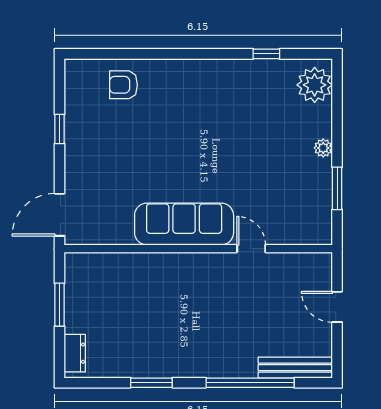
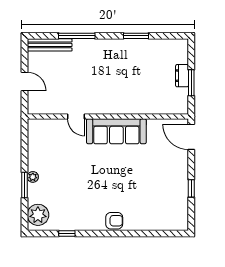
armchair: (123, 85) -> (114, 221), moved
window: (337, 188) -> (24, 185), moved
door: (60, 215) -> (191, 137), swing flipped
dresser: (75, 353) -> (182, 76), moved
window: (250, 383) -> (77, 36), width x0.68

